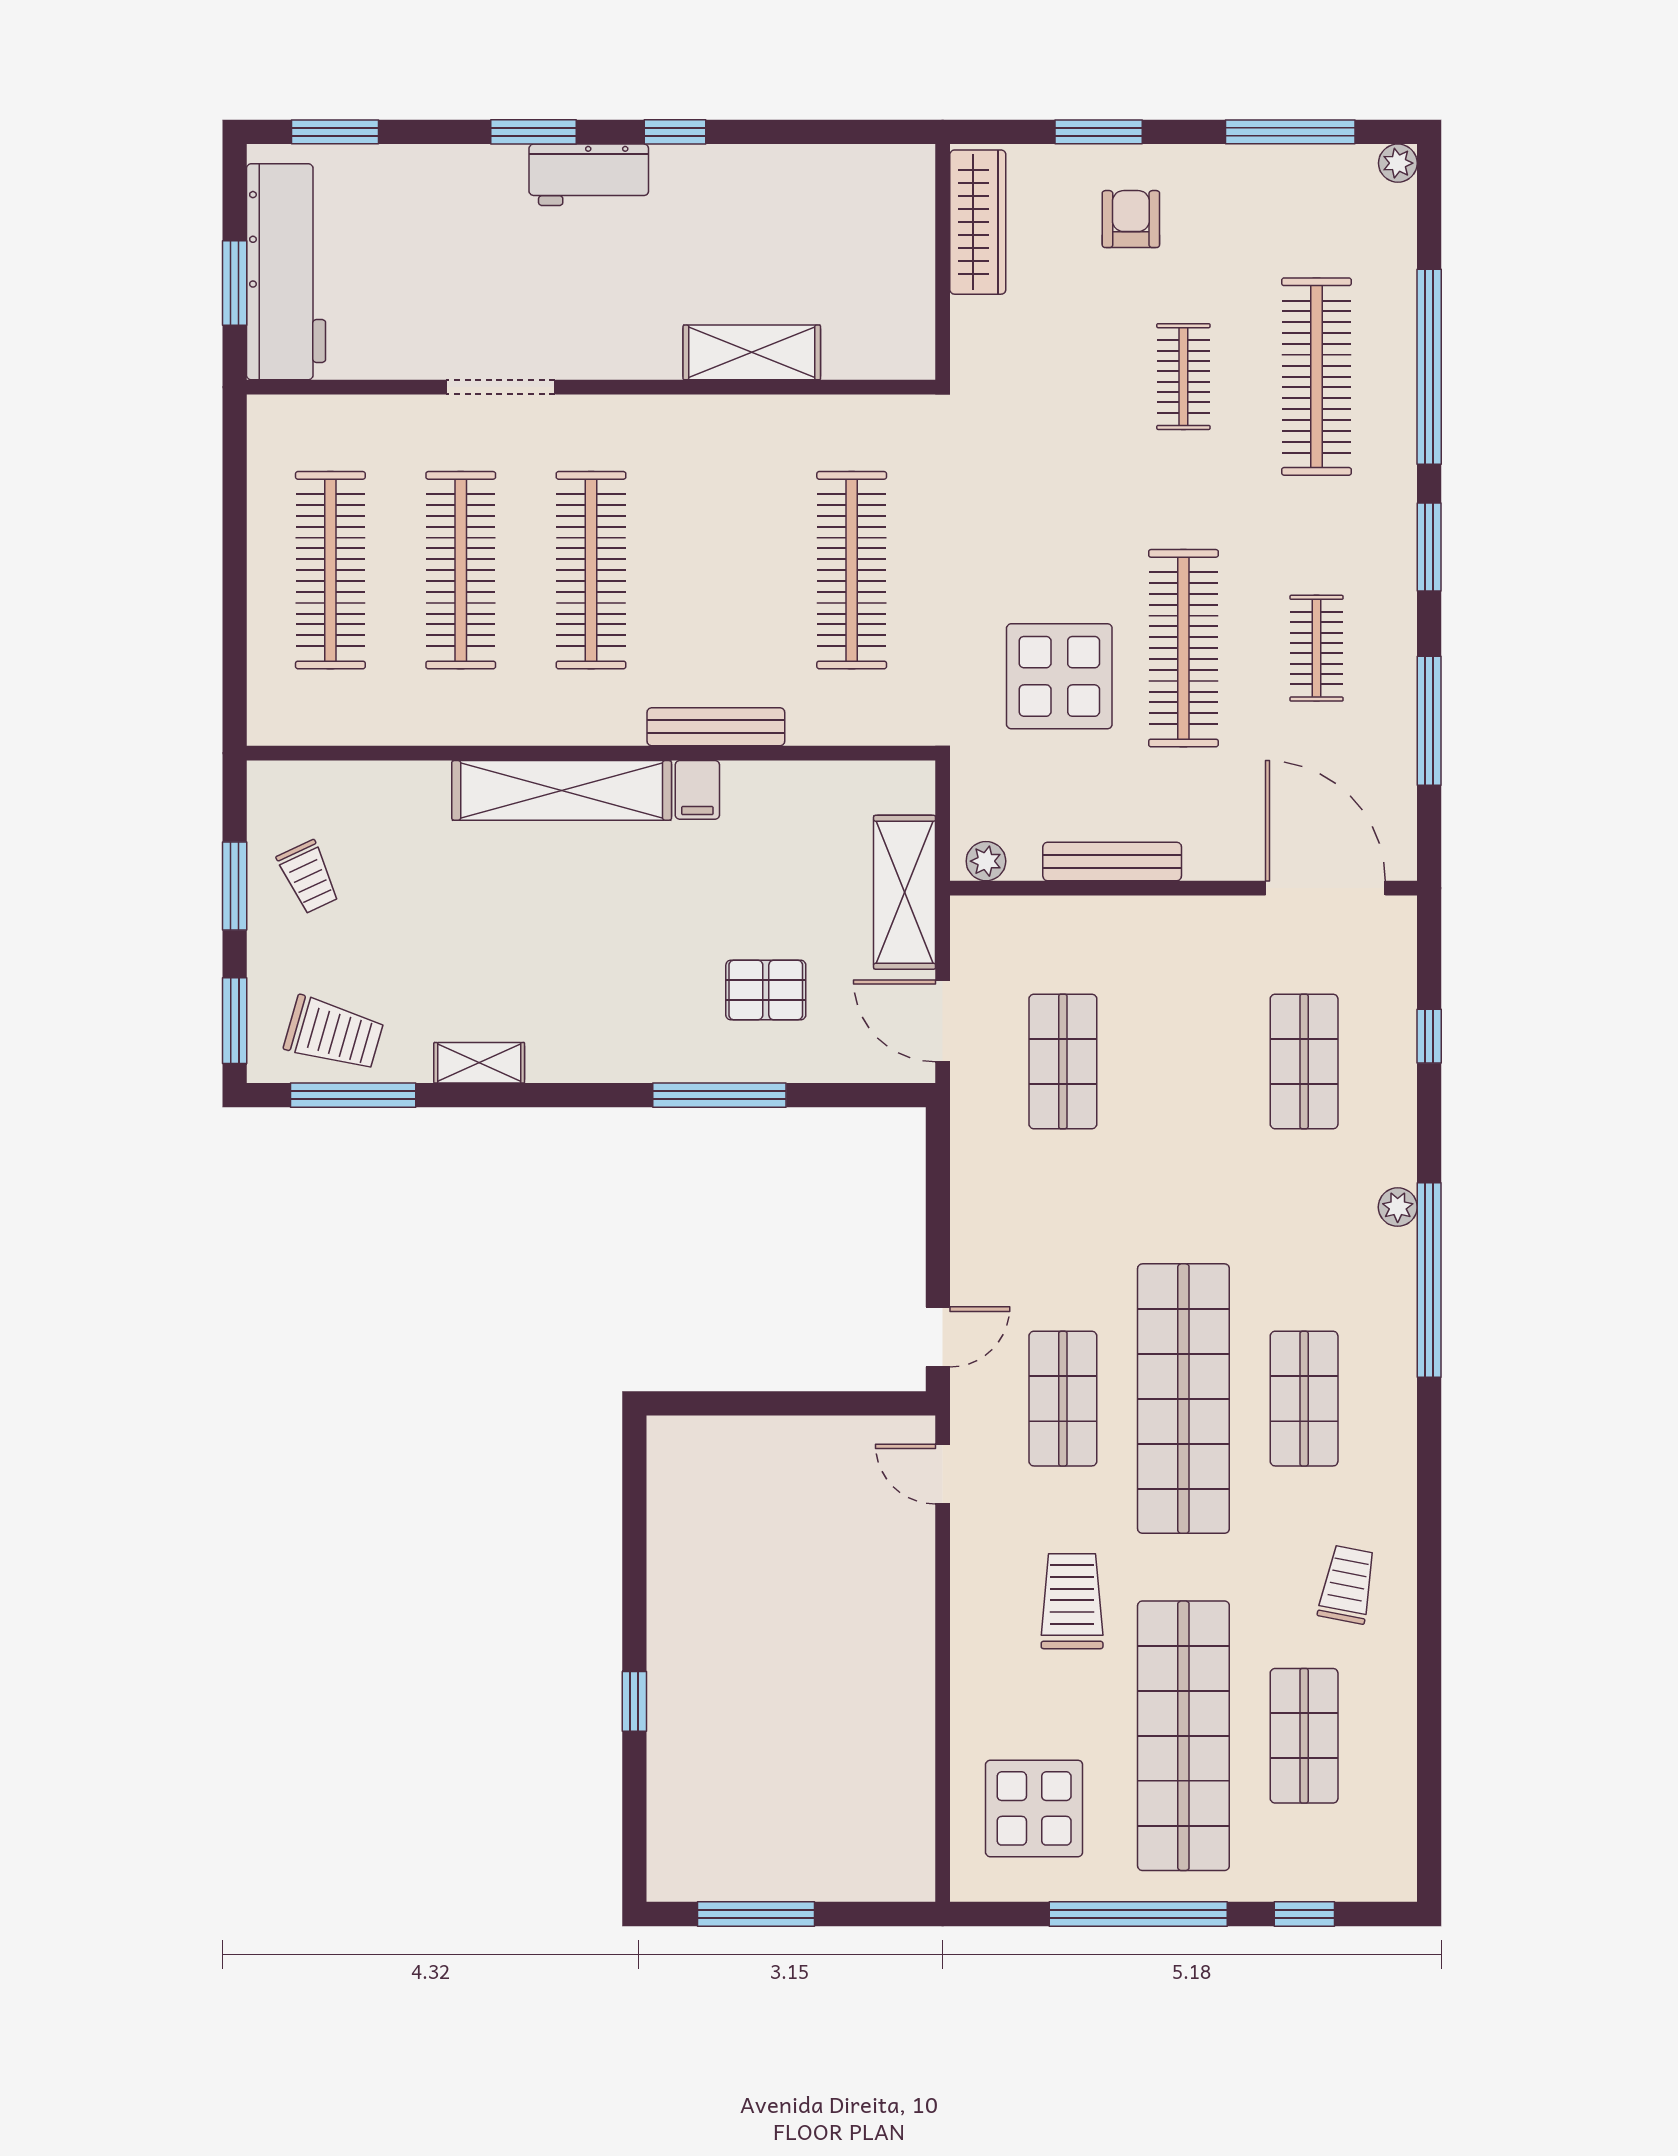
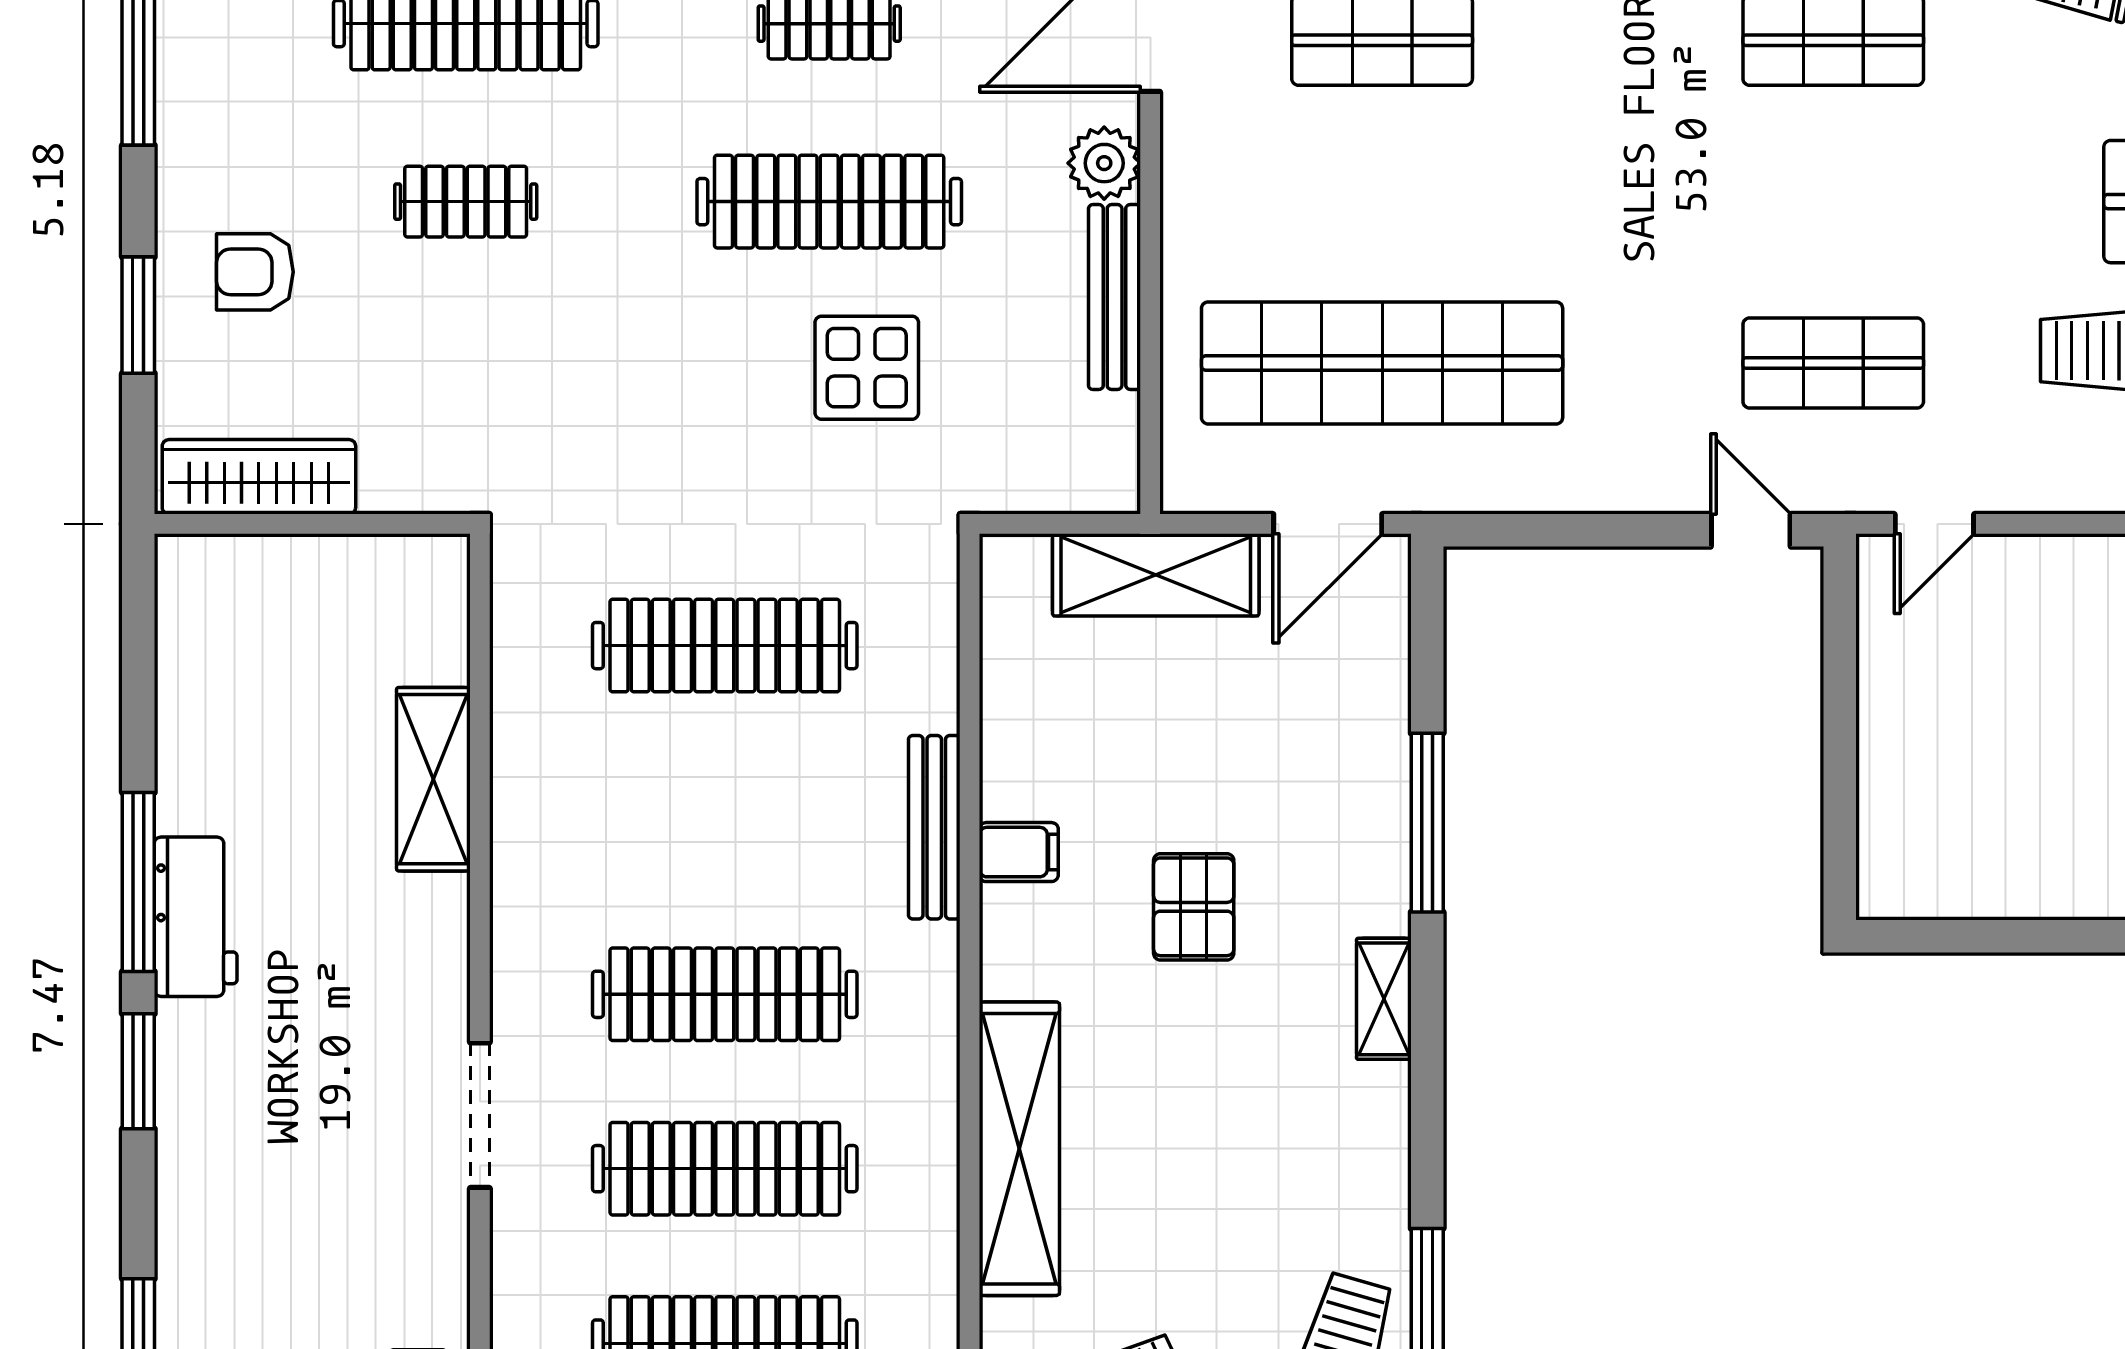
window: (675, 132) -> (138, 882), width x2.17
workbench: (589, 175) -> (196, 917), moved
display table: (1059, 676) -> (867, 368), width x0.73, depth x0.73
shelving: (562, 790) -> (1019, 1149), moved
plant: (986, 861) -> (1104, 163), moved, width x1.38, depth x1.38
pallet: (766, 990) -> (1194, 907), moved
shop shelf: (1063, 1061) -> (1382, 363), width x2.00, depth x1.36
shelving: (479, 1063) -> (1384, 999), moved
shop shelf: (1183, 1399) -> (1833, 202), removed

